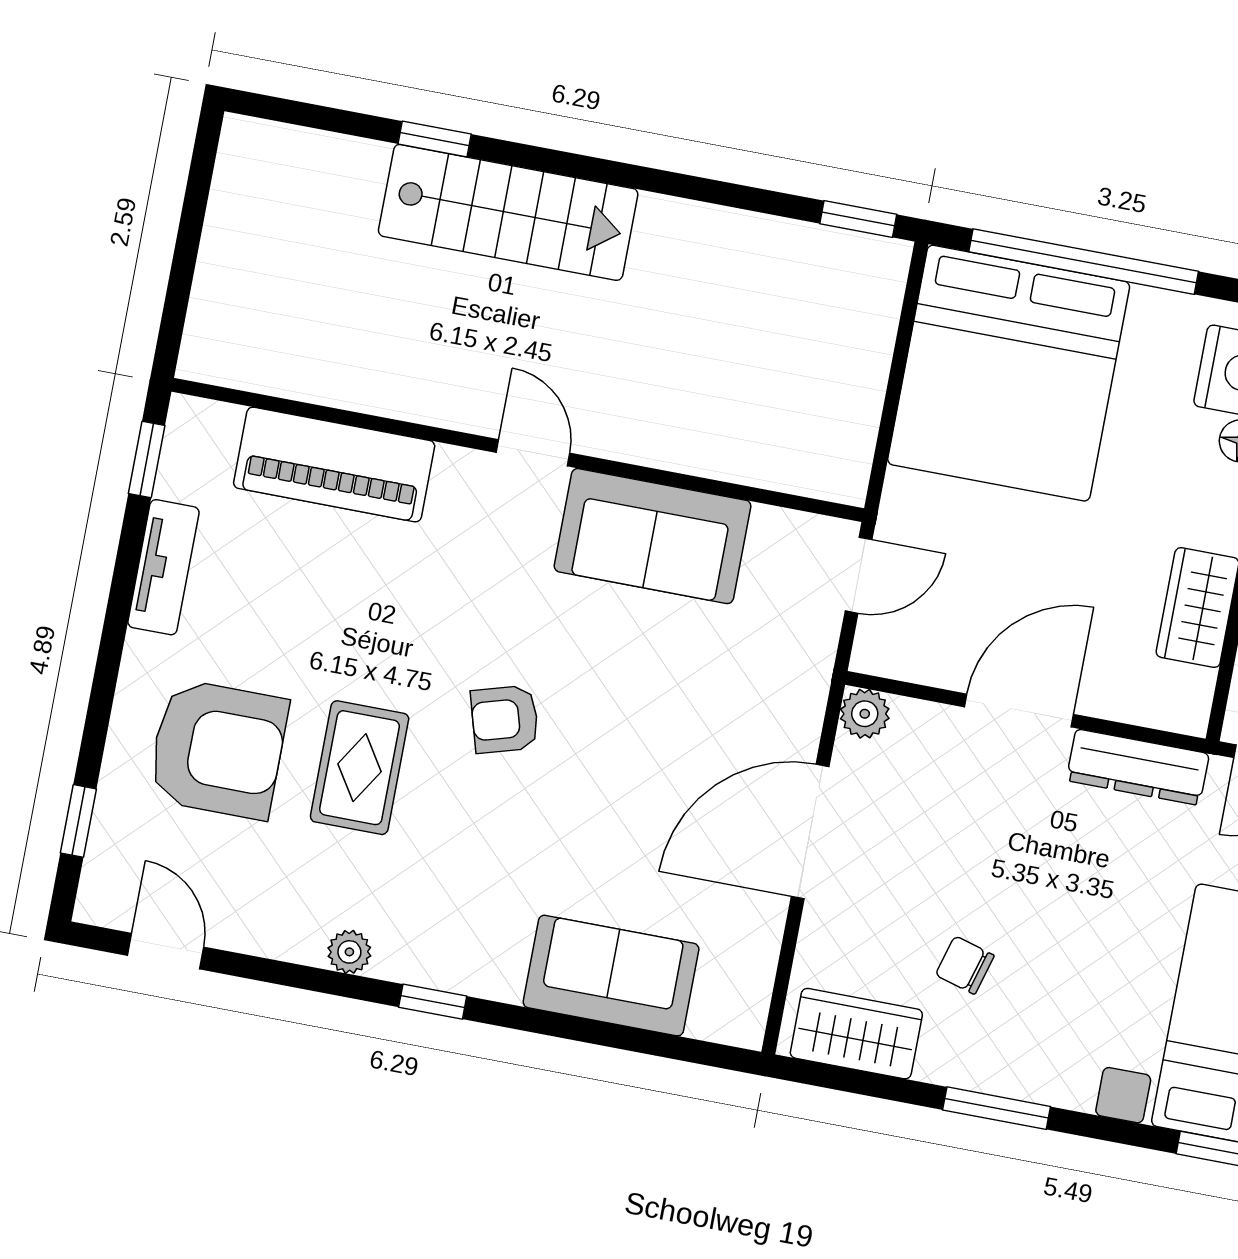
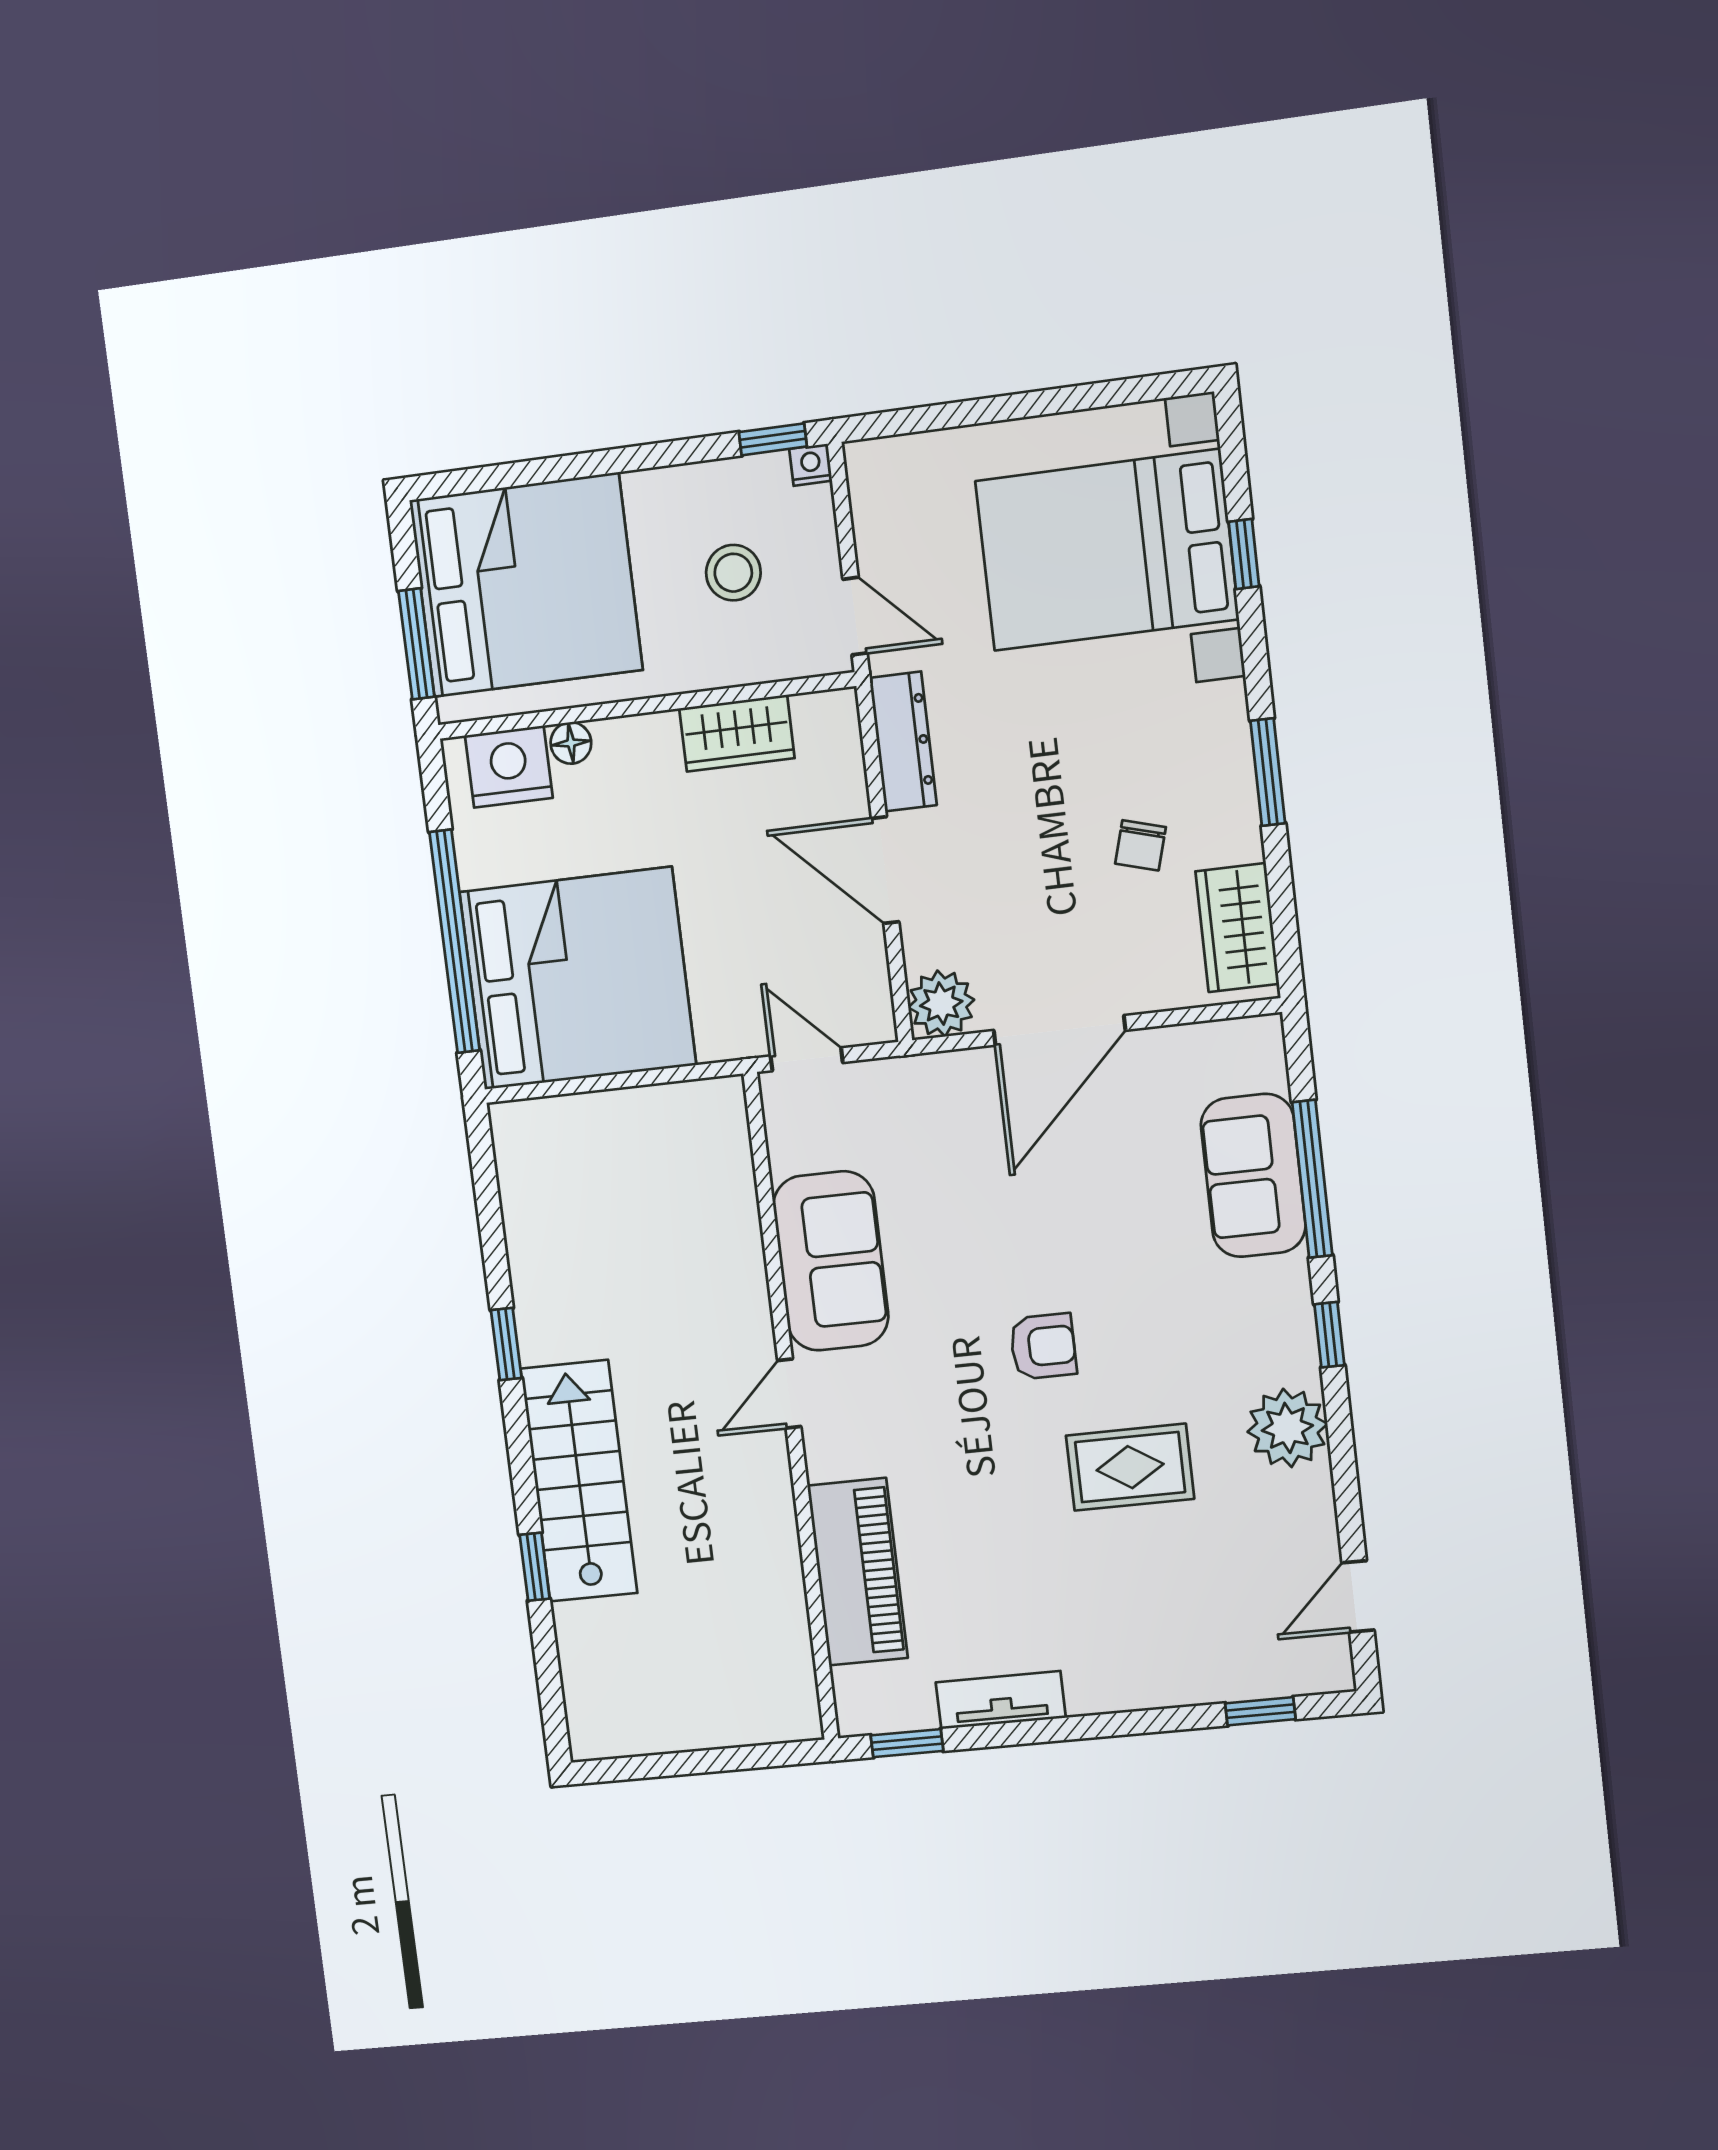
window: (858, 219) -> (506, 1344), moved
plant: (865, 714) -> (941, 1004), width x1.38, depth x1.38
armchair: (505, 719) -> (1043, 1346), turned -74
armchair: (218, 749) -> (1153, 1602), removed
door: (810, 832) -> (1059, 1030), hinge flipped
plant: (349, 952) -> (1287, 1428), width x1.87, depth x1.87
window: (590, 1031) -> (1312, 1179), added

